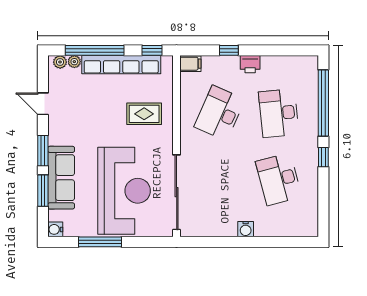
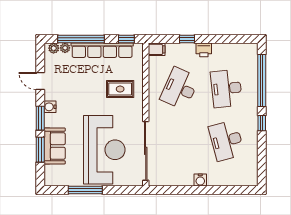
sofa: (61, 178) -> (55, 146), width x0.73
water cooler: (55, 229) -> (50, 107), moved

